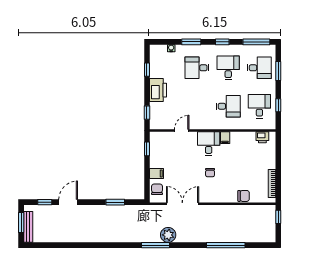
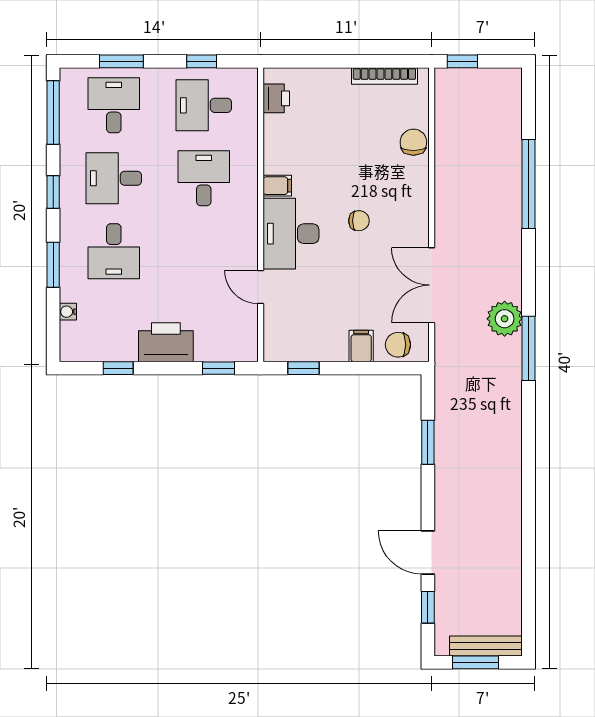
desk: (209, 144) -> (291, 234), width x1.37

